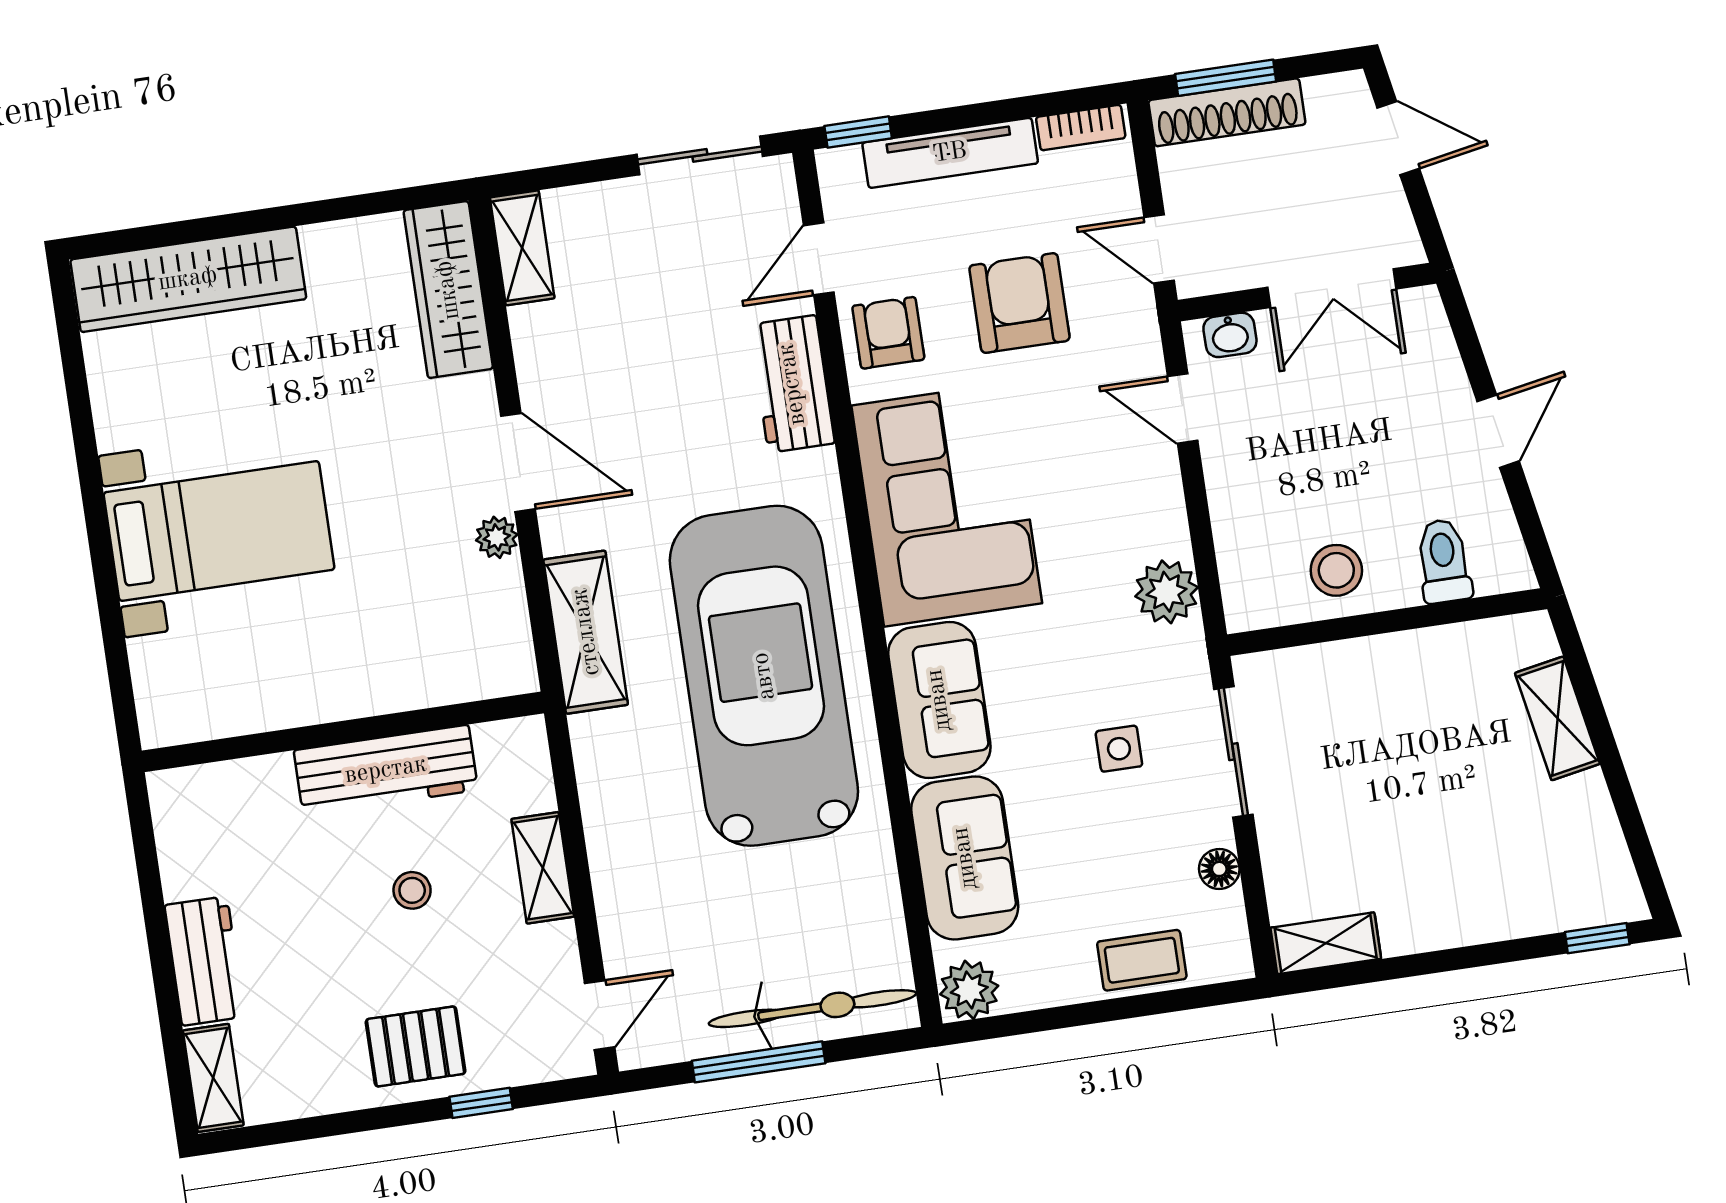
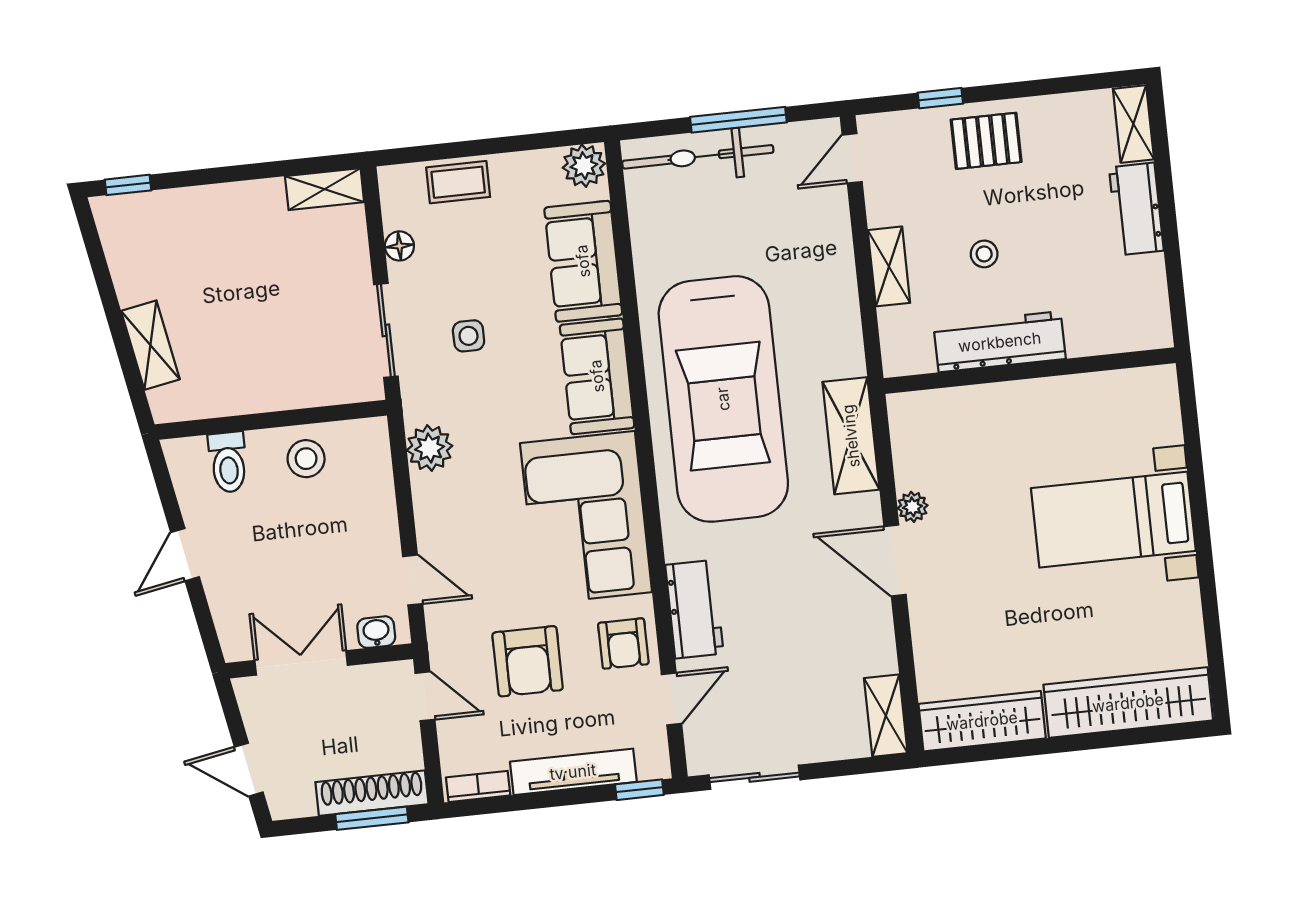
wardrobe: (448, 290) -> (982, 721), moved, turned -90

